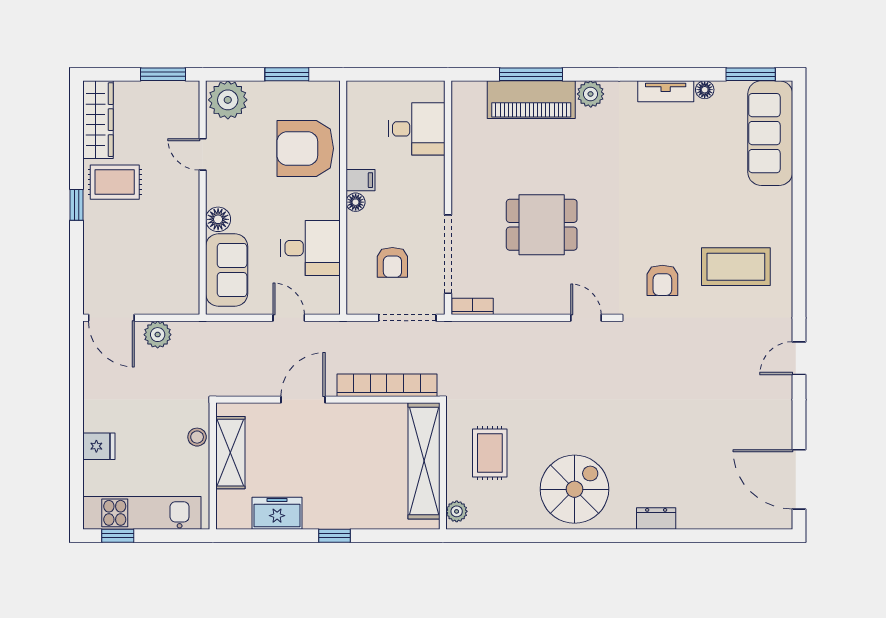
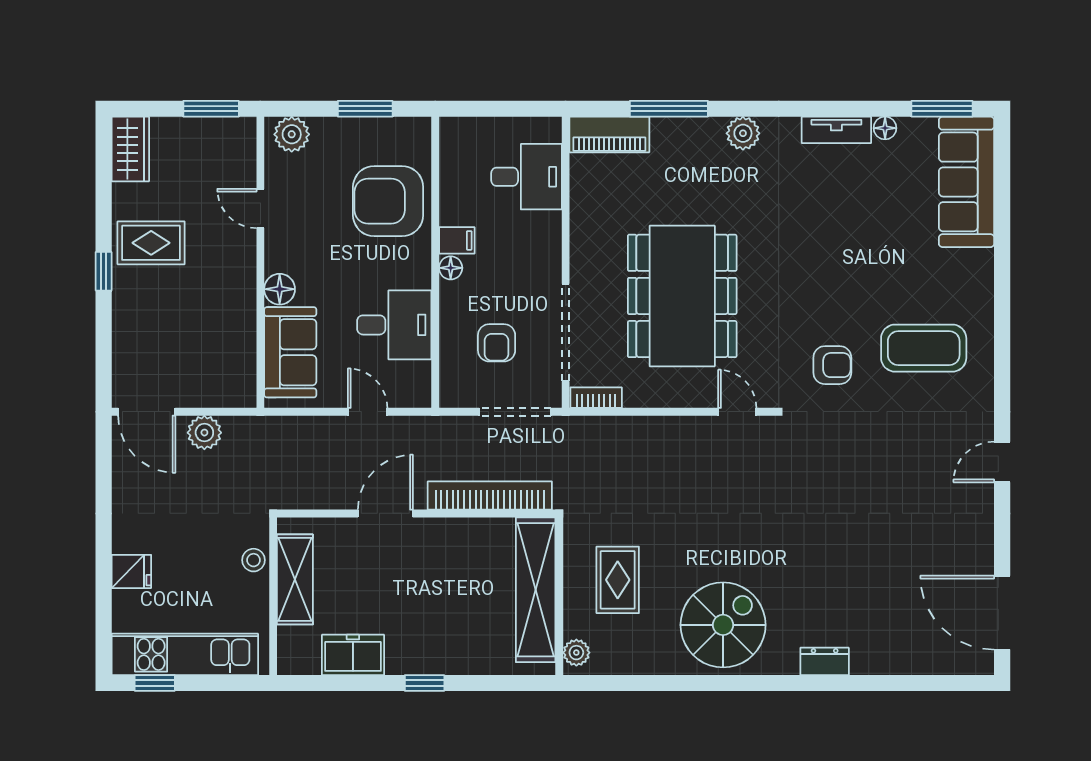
plant: (228, 100) -> (292, 134), width x0.73, depth x0.73
piano: (531, 100) -> (609, 135), moved, width x0.73, depth x0.75
wardrobe: (98, 120) -> (130, 149), width x0.67
dining table: (542, 225) -> (682, 296), width x1.88, depth x1.24
armchair: (662, 280) -> (832, 365), turned -90

